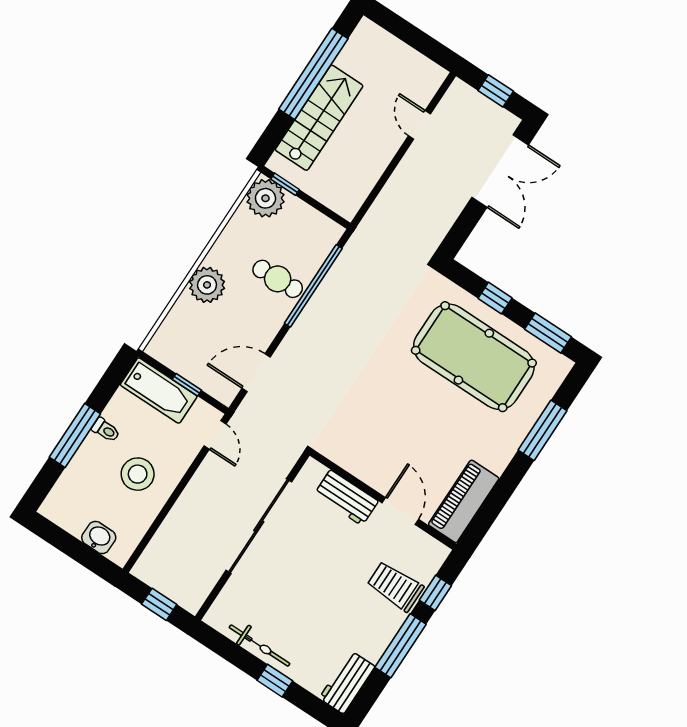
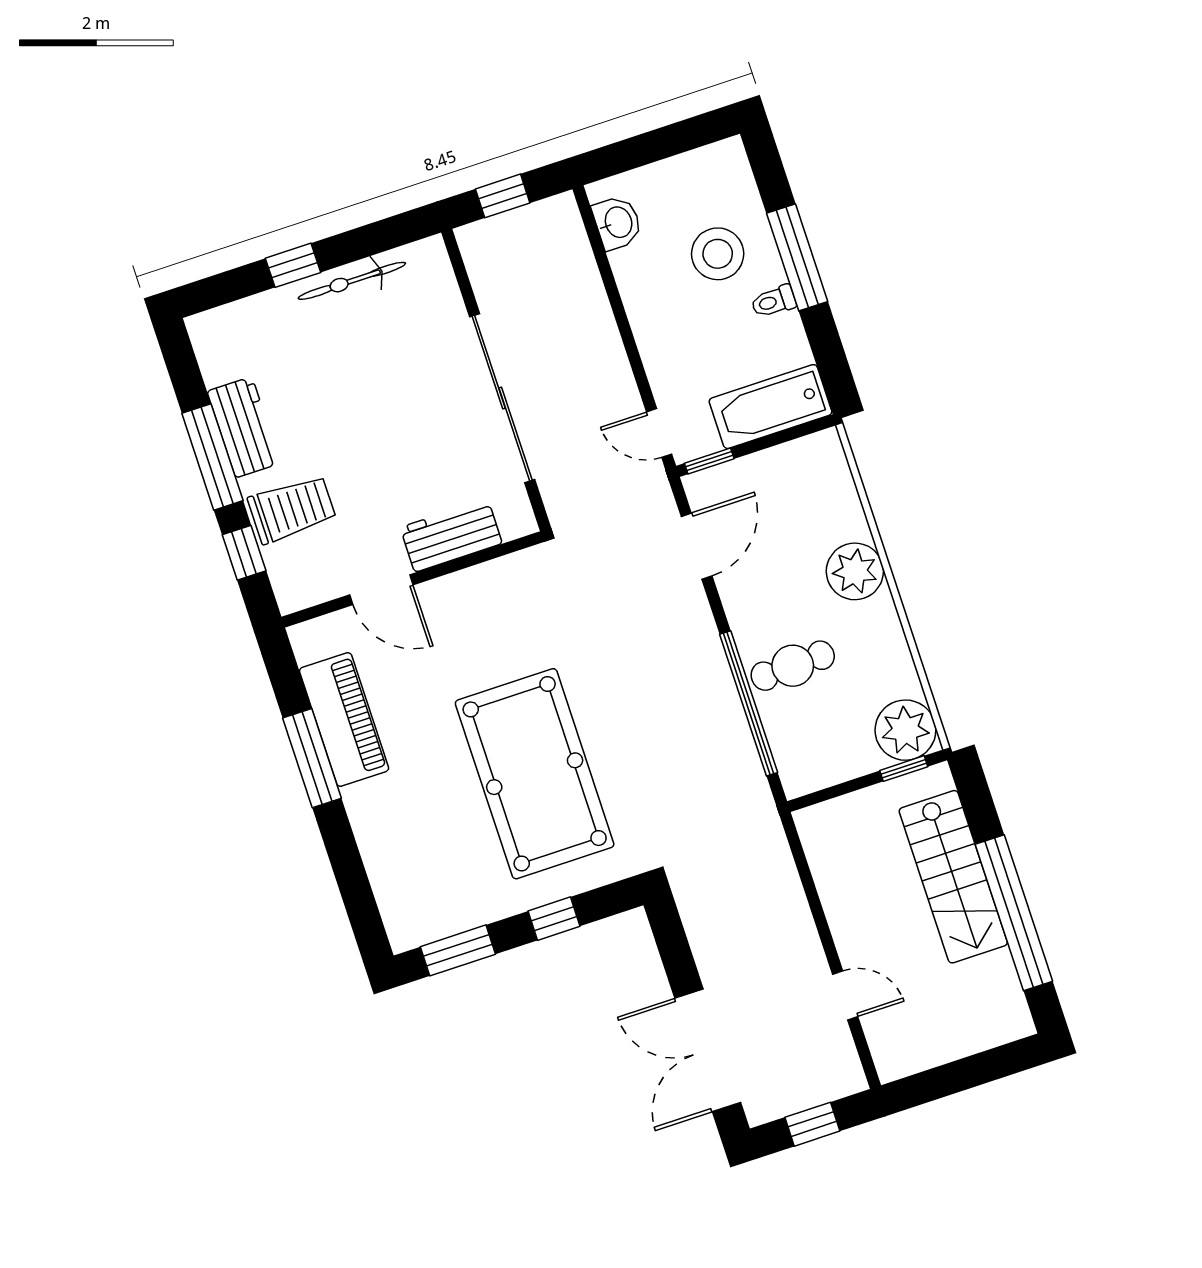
pool table: (474, 357) -> (535, 774), moved, turned 90
window: (187, 385) -> (709, 461), moved
window: (542, 430) -> (312, 758), moved
stool: (138, 474) -> (718, 254), moved
piano: (464, 501) -> (344, 720), moved
washbasin: (99, 538) -> (617, 223), moved, turned -90
workbench: (347, 682) -> (244, 427), moved

